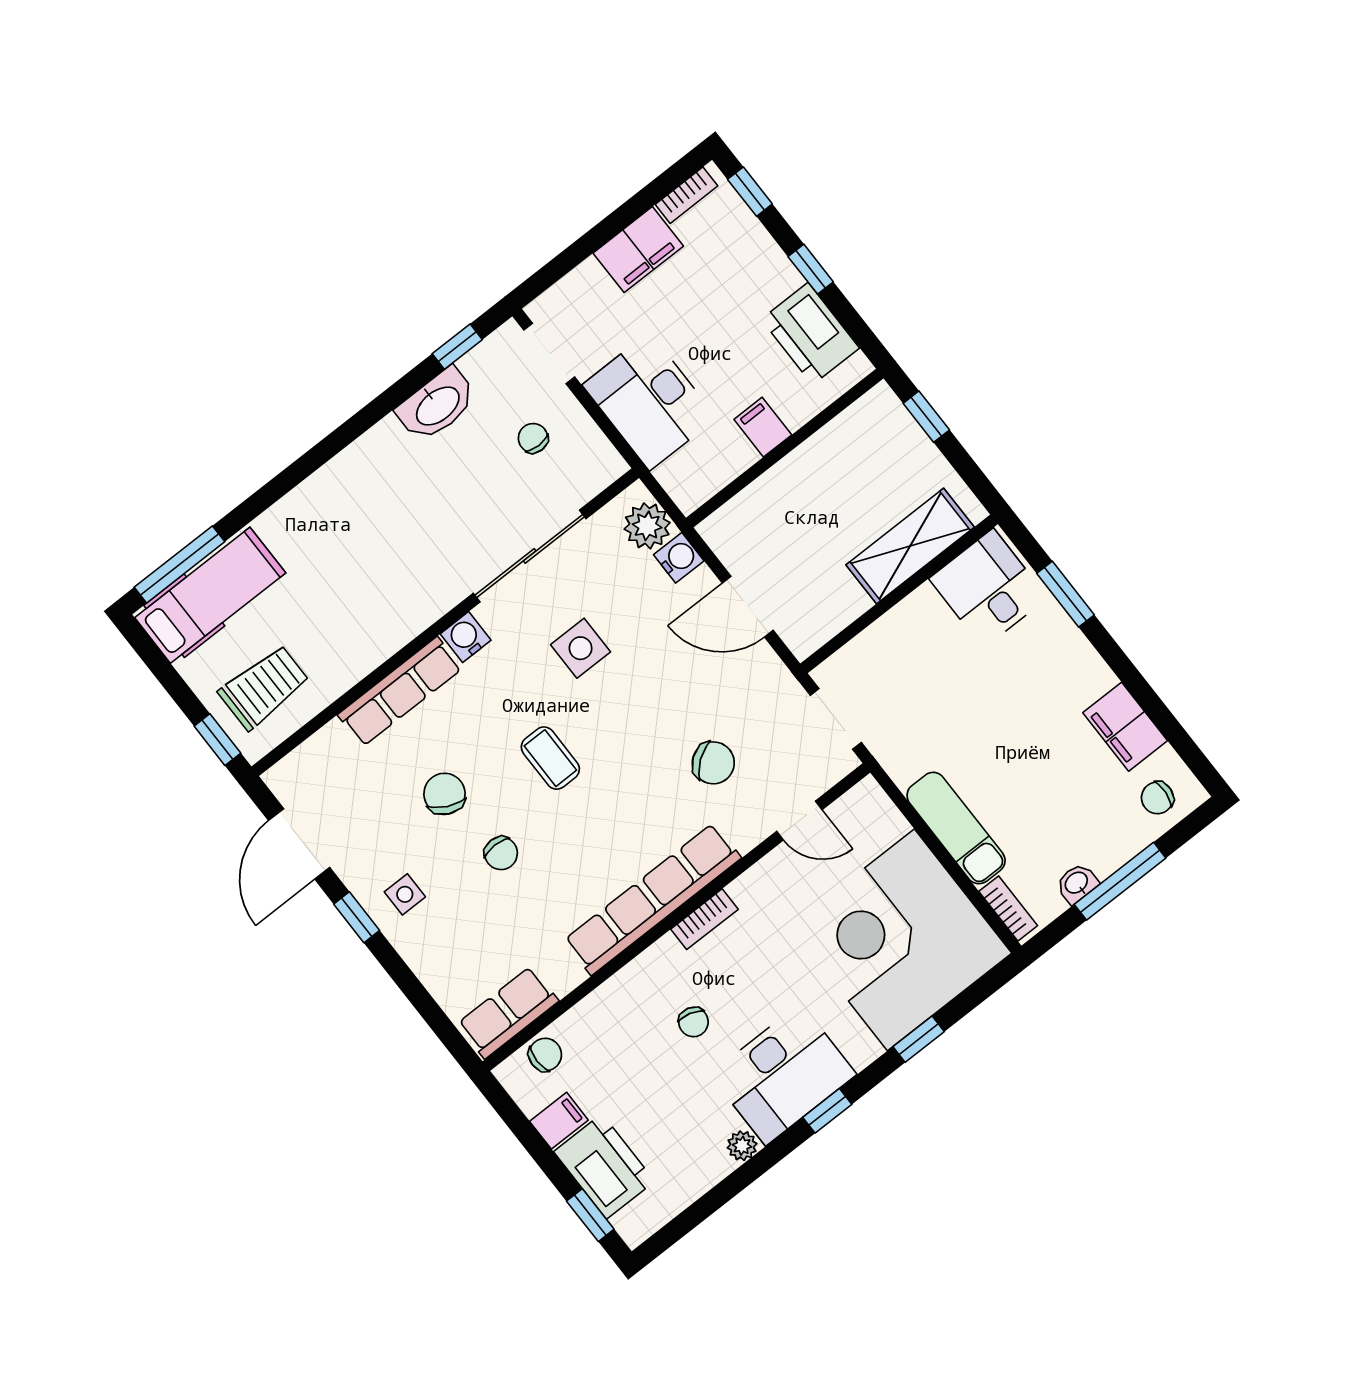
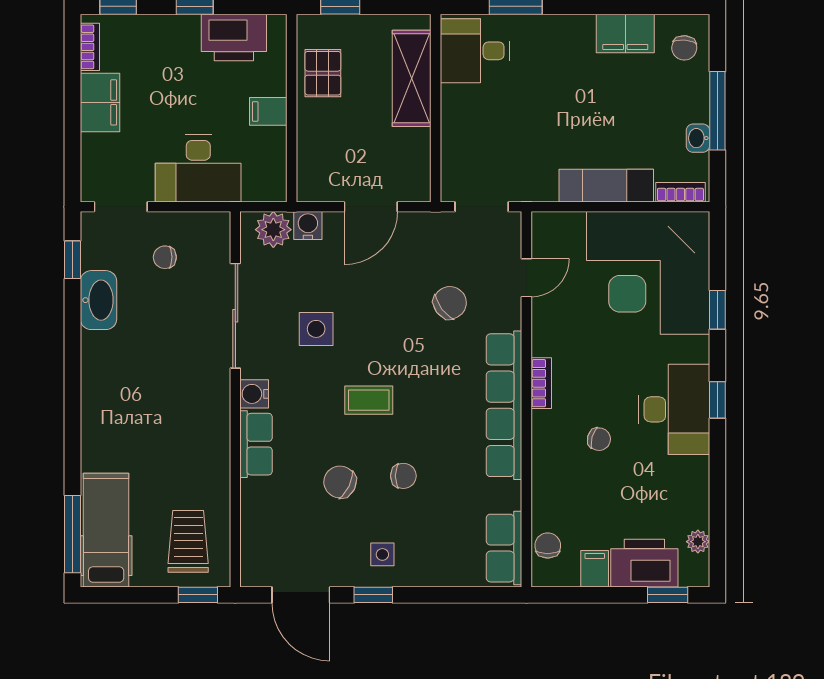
pallet: (845, 452) -> (323, 73), added
row of seats: (400, 692) -> (256, 444), width x0.68
plant: (742, 1146) -> (698, 542), moved

